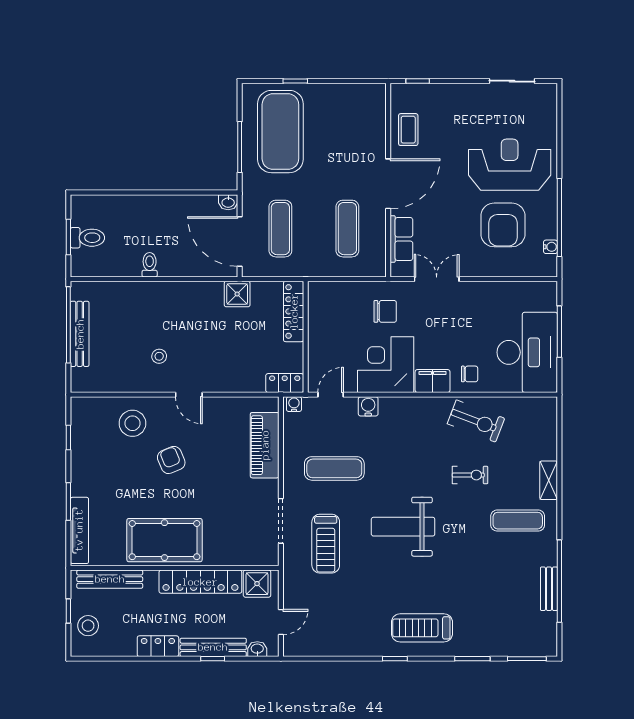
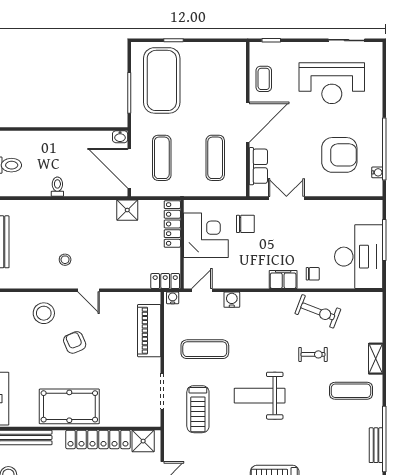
reception desk: (510, 165) -> (332, 83), moved, turned 180
armchair: (503, 225) -> (339, 155), turned -90
corner desk: (386, 365) -> (206, 235), moved, turned 90

